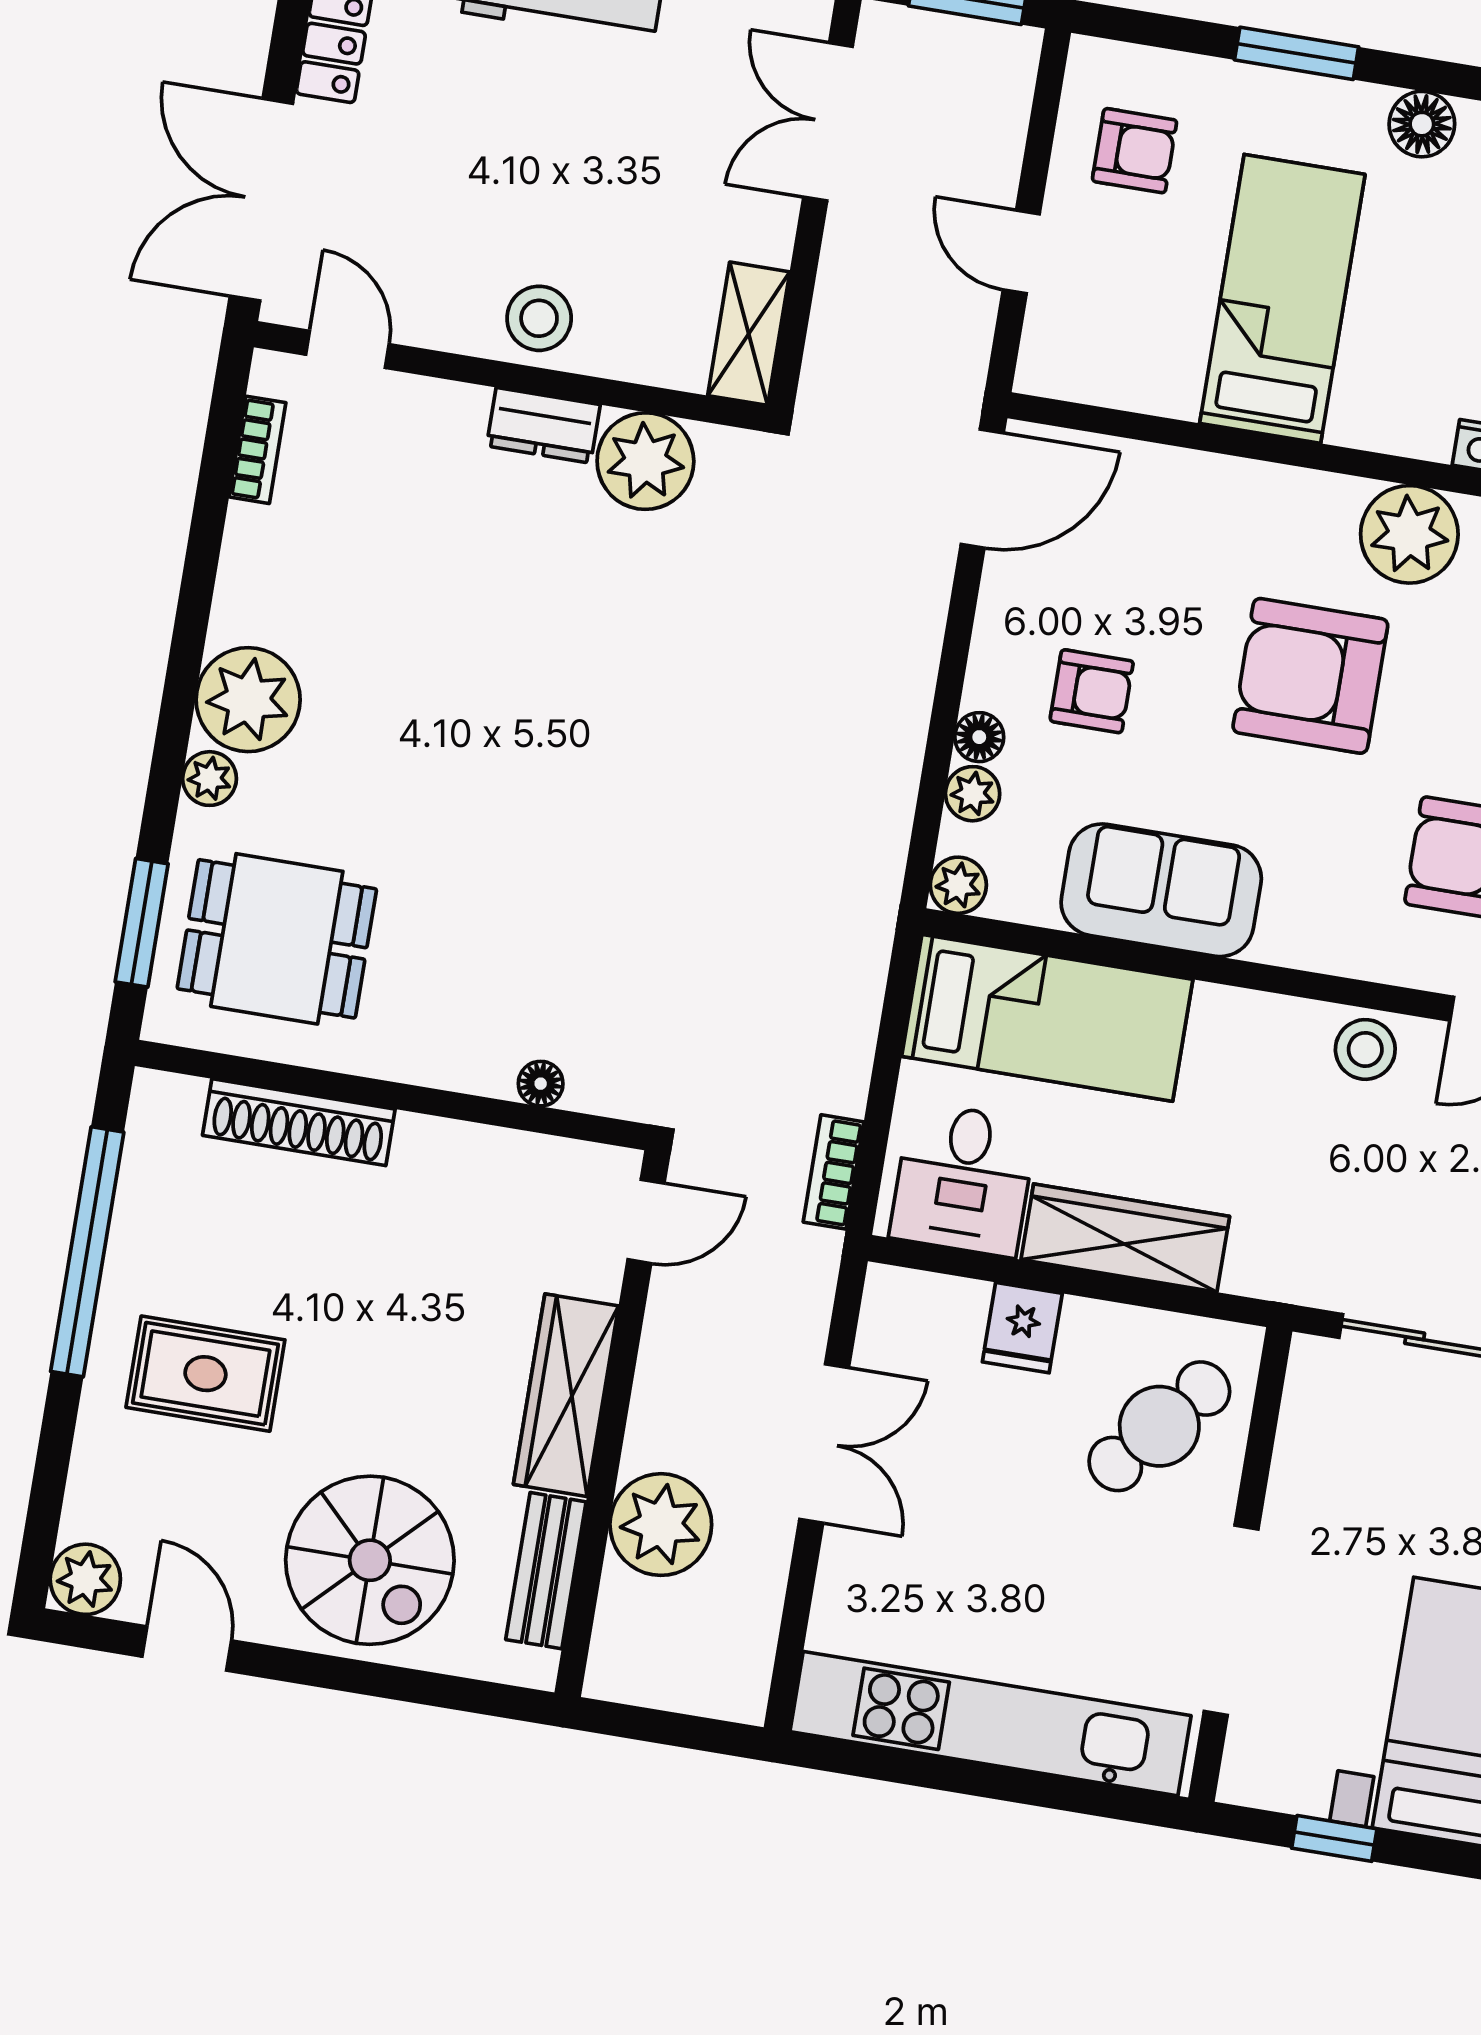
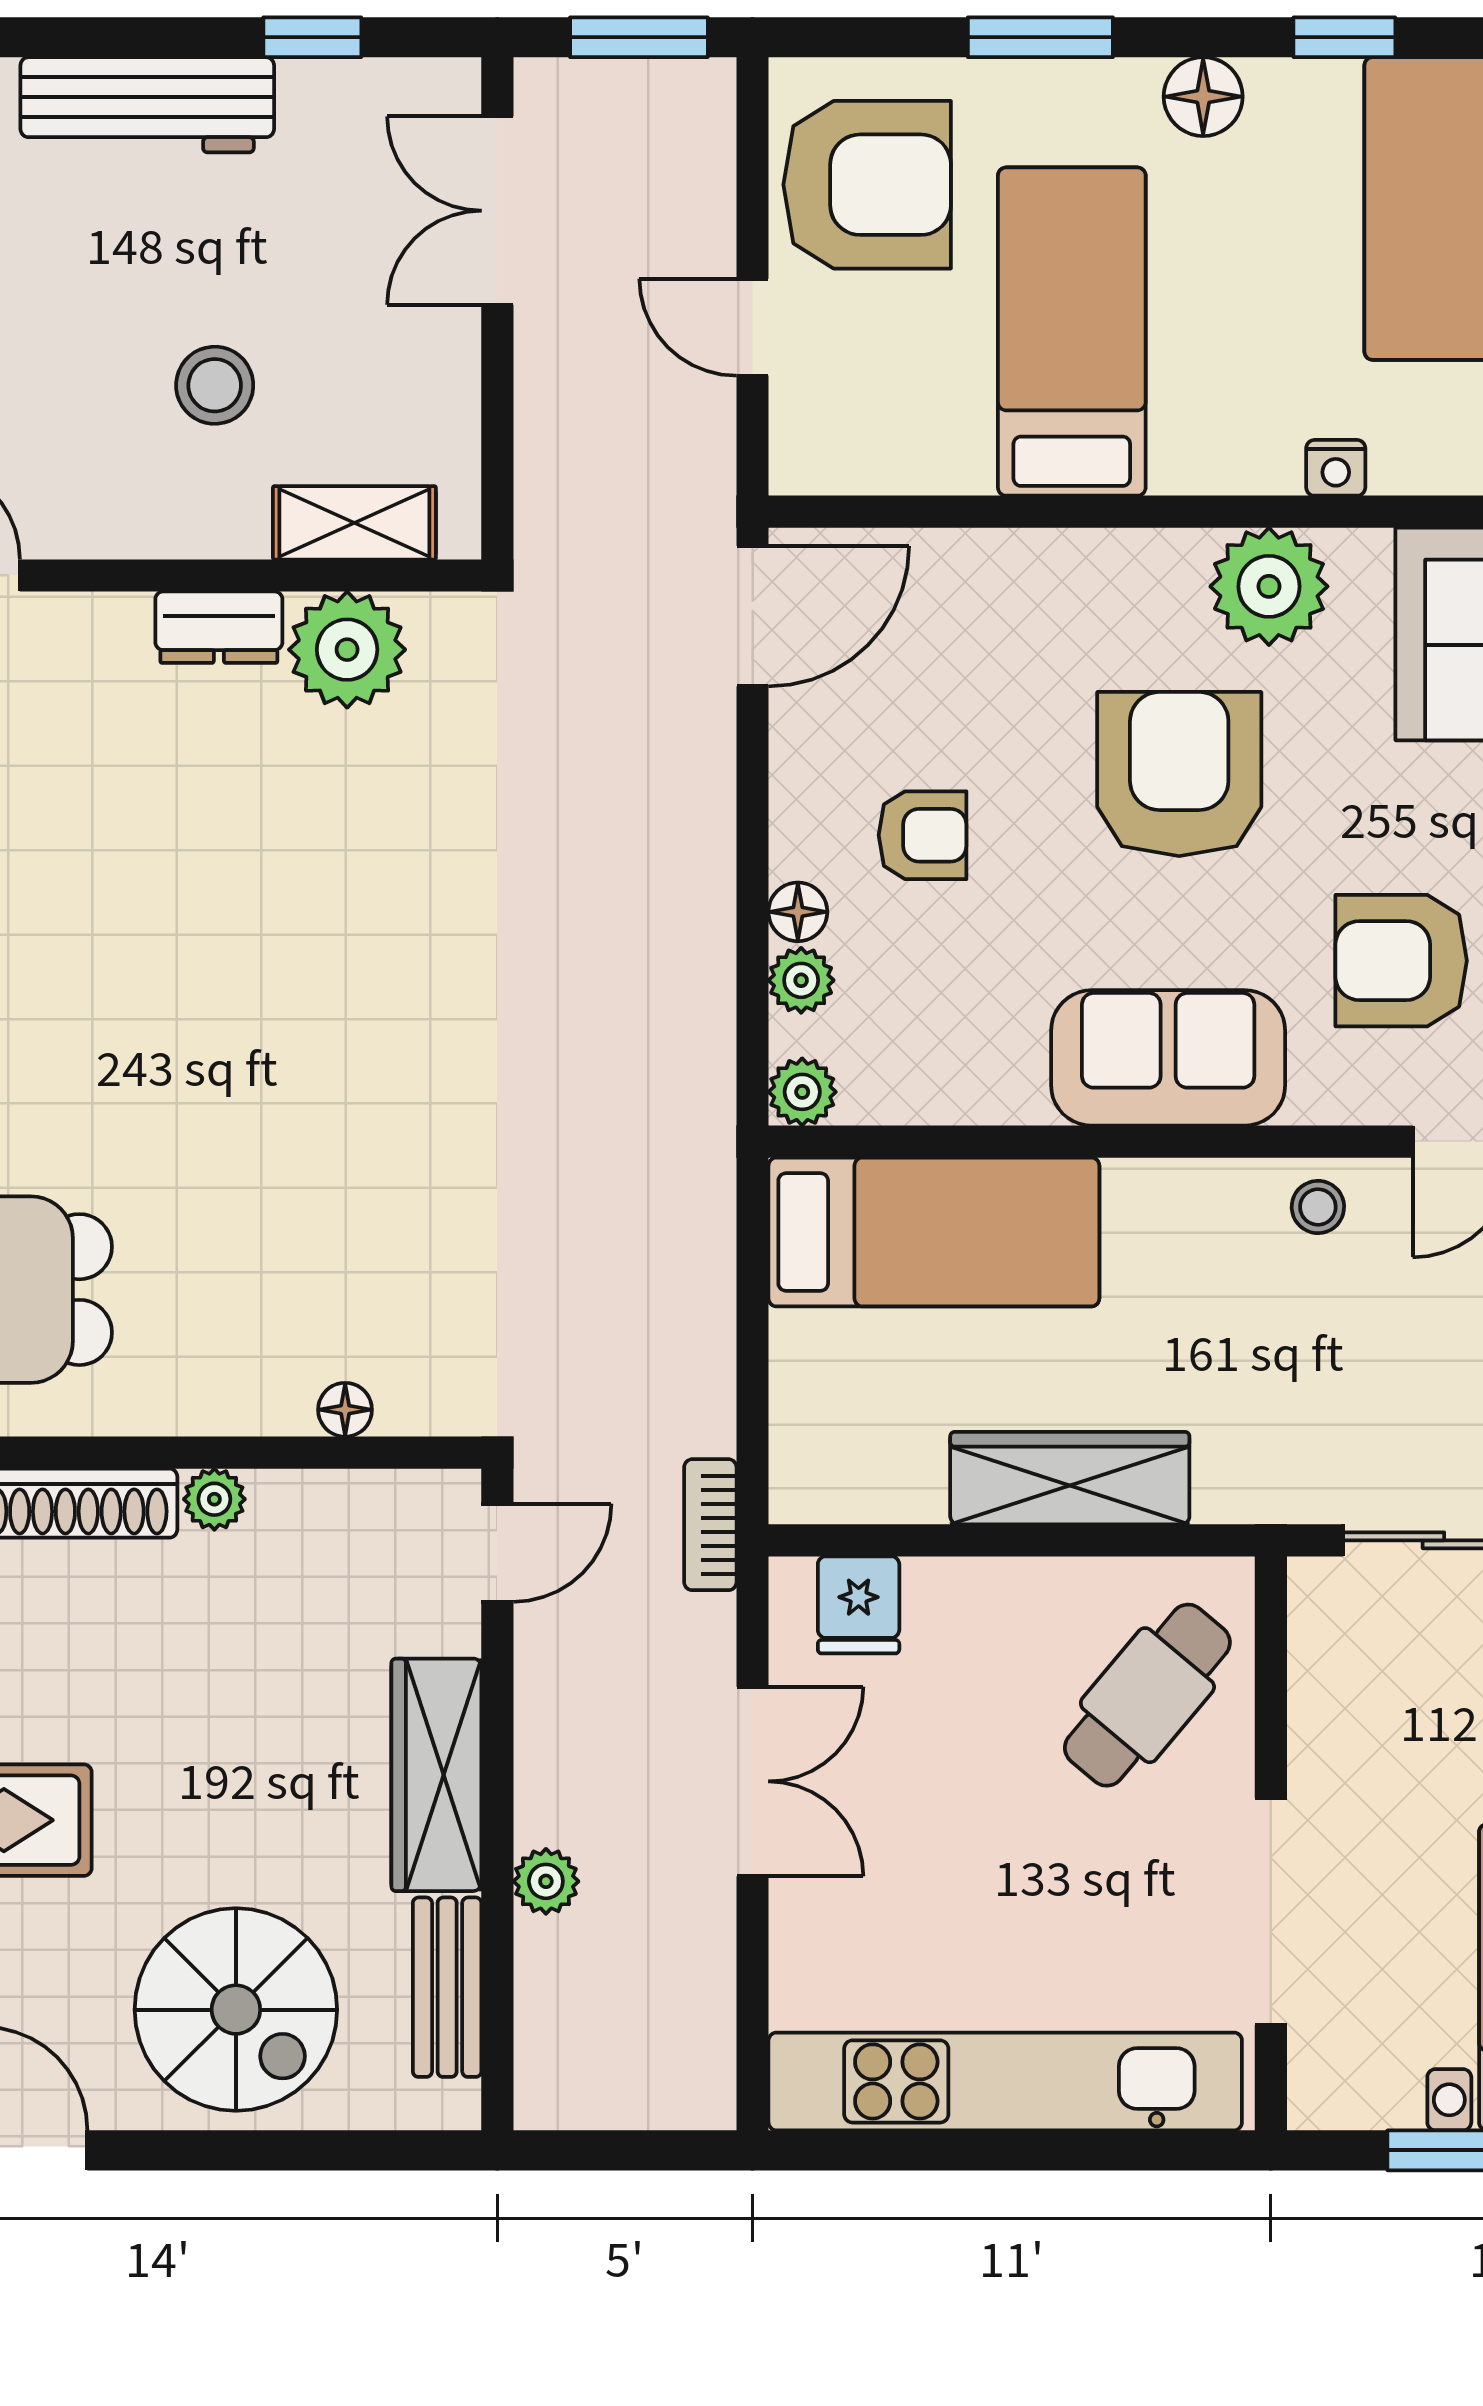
armchair: (1135, 151) -> (867, 185), width x1.88, depth x1.88
stool: (539, 318) -> (215, 385), moved
shelving: (749, 334) -> (354, 523), moved, turned 90
armchair: (1310, 676) -> (1179, 774), turned 90
sofa: (1161, 890) -> (1168, 1058), moved
stool: (1365, 1049) -> (1318, 1207), width x0.73, depth x0.73
plant: (421, 1139) -> (214, 1499), added
bookcase: (834, 1172) -> (710, 1525), moved
desk: (963, 1179) -> (866, 1440), removed
fridge: (1022, 1328) -> (859, 1605), moved
plant: (661, 1525) -> (546, 1881), width x0.53, depth x0.53

